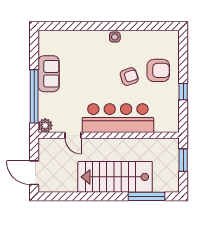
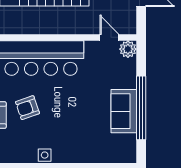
window: (34, 96) -> (141, 108), moved
door: (73, 135) -> (109, 37), moved

